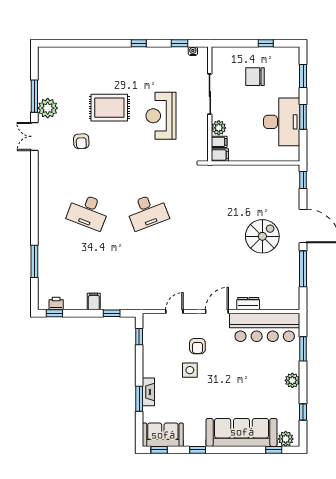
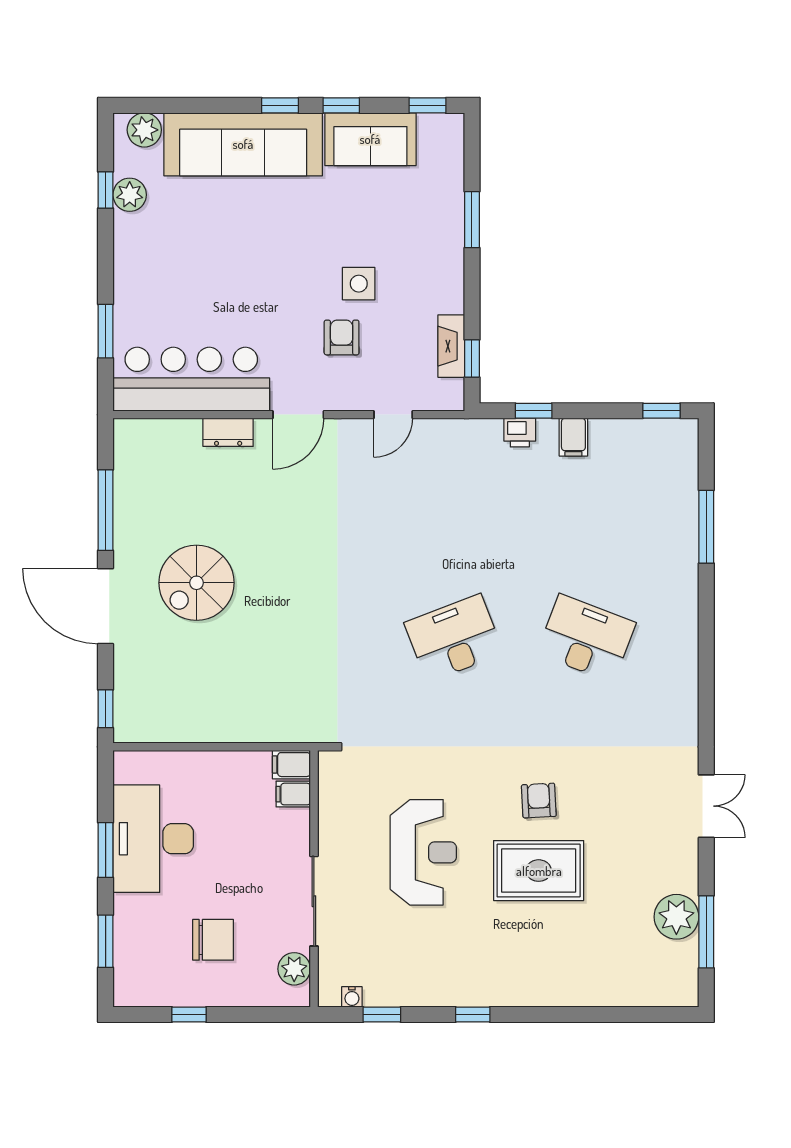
window: (34, 96) -> (706, 932), moved
plant: (48, 108) -> (676, 917), moved
plant: (219, 128) -> (294, 969), moved
armchair: (81, 141) -> (539, 801), moved
printer: (56, 304) -> (520, 433), moved
plant: (292, 380) -> (130, 195), moved
fireplace: (148, 392) -> (451, 346), moved
sofa: (163, 435) -> (370, 139), moved
window: (274, 450) -> (280, 105), moved

